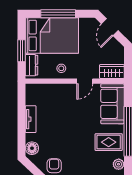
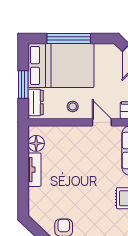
door: (85, 81) -> (102, 122), swing flipped
floor lamp: (32, 148) -> (36, 143), moved

